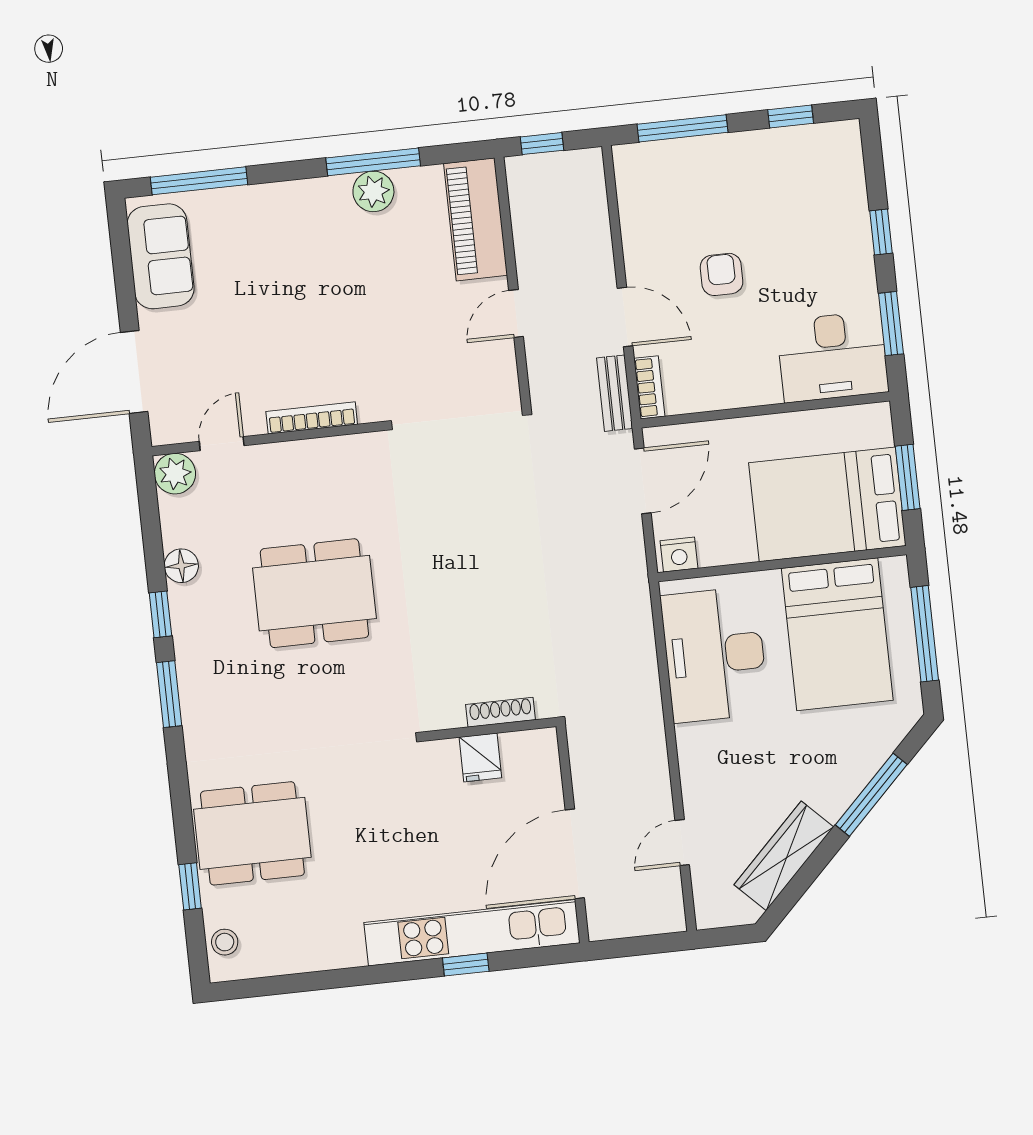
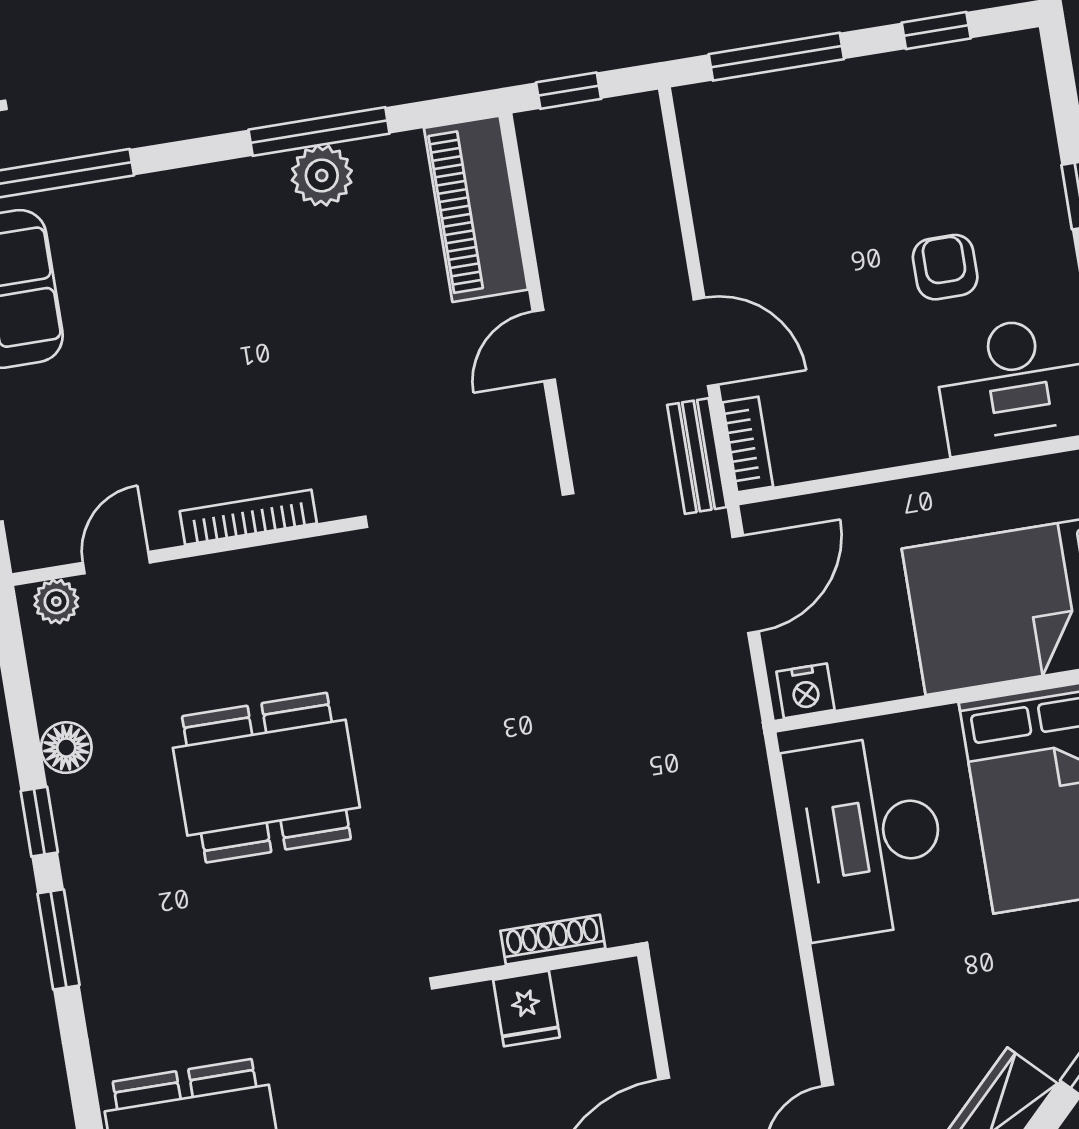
armchair: (722, 274) -> (945, 267), moved
plant: (175, 474) -> (56, 601), width x0.73, depth x0.73

